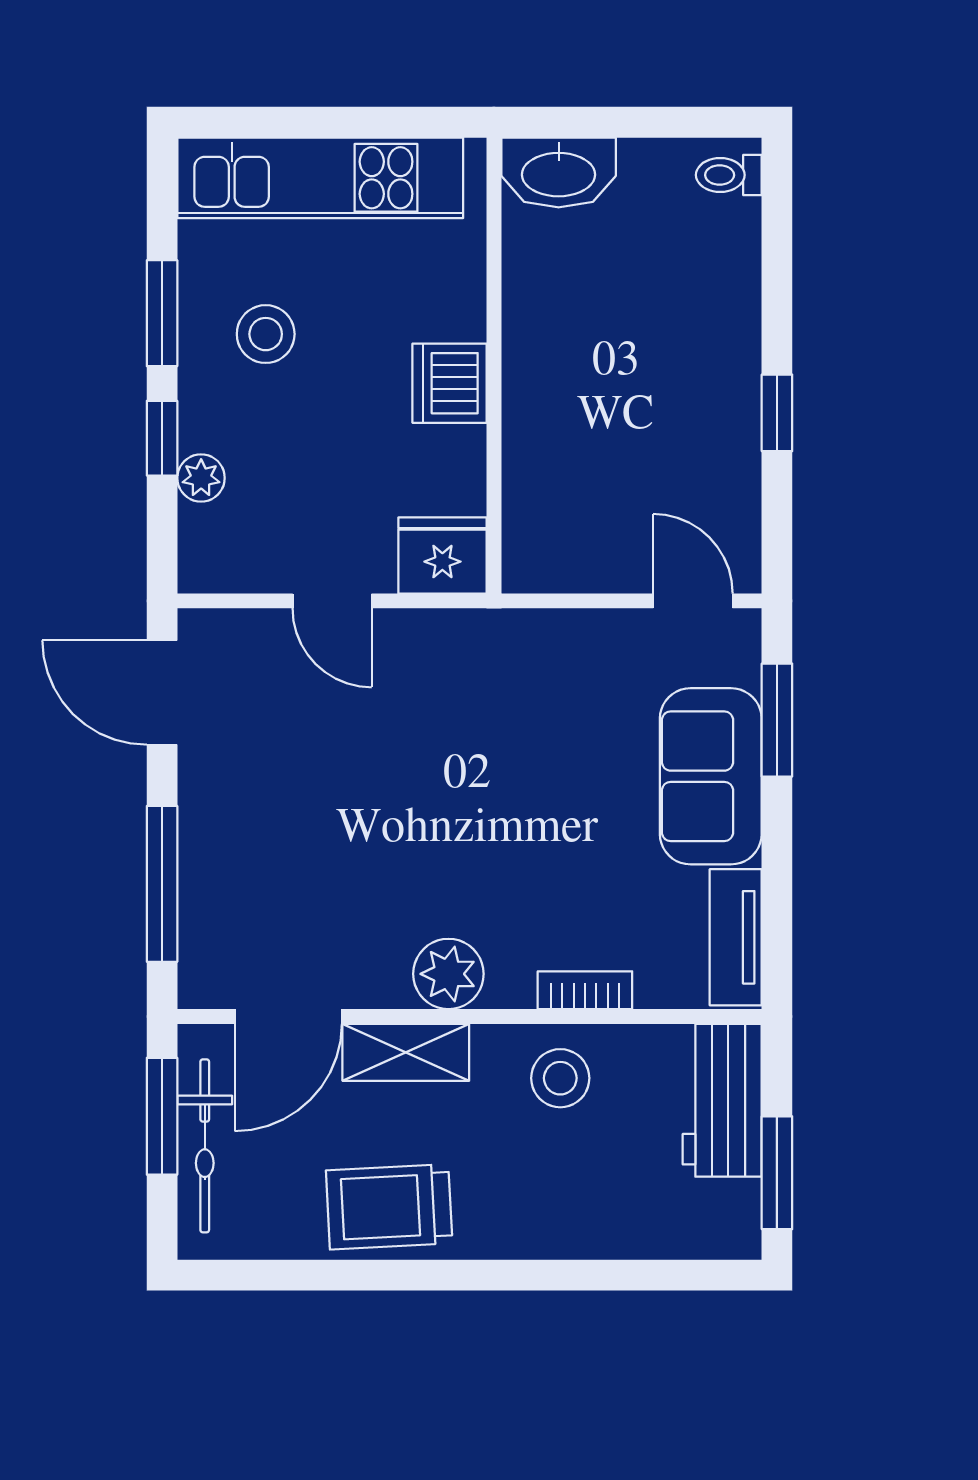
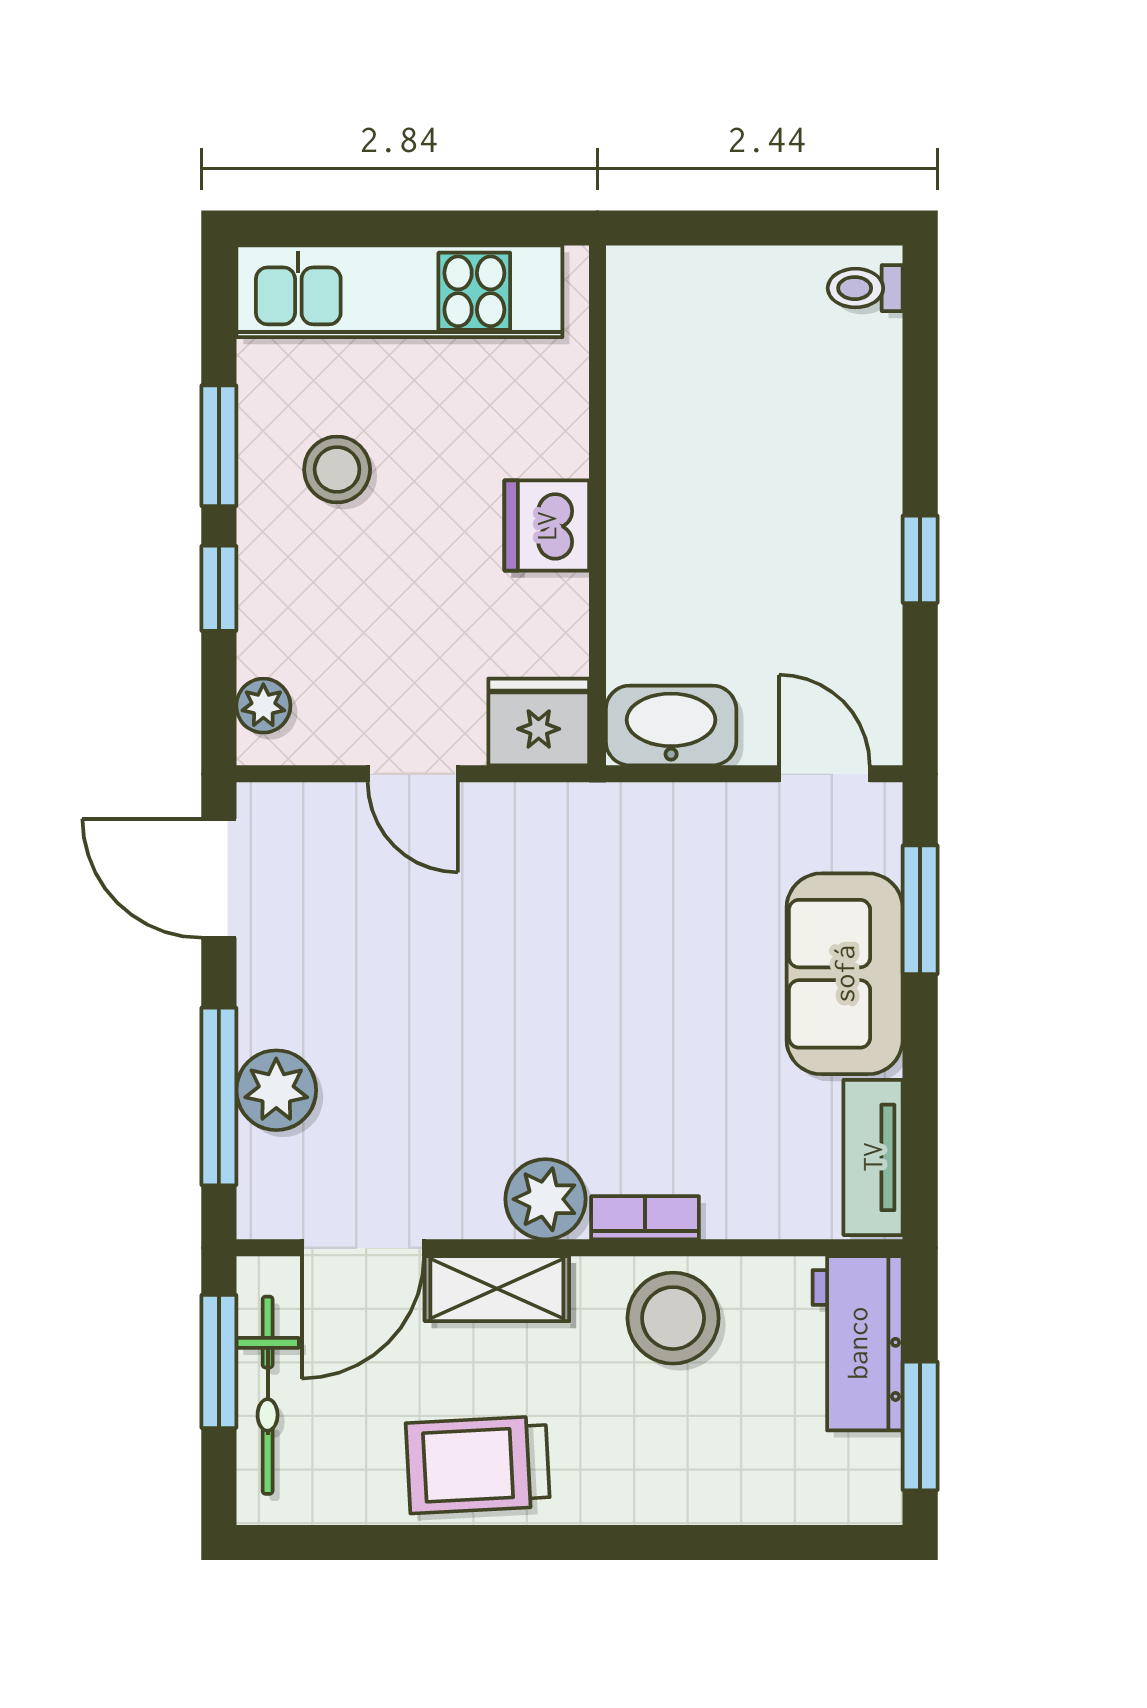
washbasin: (559, 172) -> (671, 725), moved, turned 180
plant: (201, 478) -> (263, 706), moved
plant: (212, 878) -> (276, 1090), added
bookcase: (585, 990) -> (645, 1218), moved
stool: (560, 1078) -> (673, 1318), width x1.38, depth x1.38

